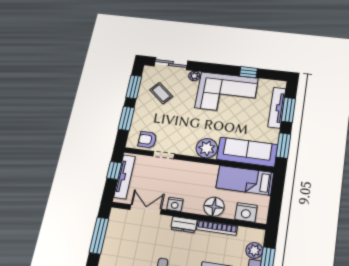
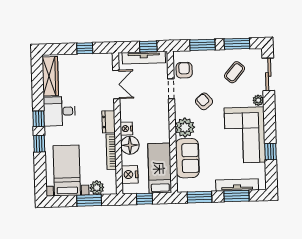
armchair: (184, 126) -> (204, 101), added
sofa: (247, 152) -> (187, 158), width x0.73
window: (276, 201) -> (145, 199), added
nightstand: (175, 204) -> (126, 129), moved
window: (99, 235) -> (85, 48), width x0.46

